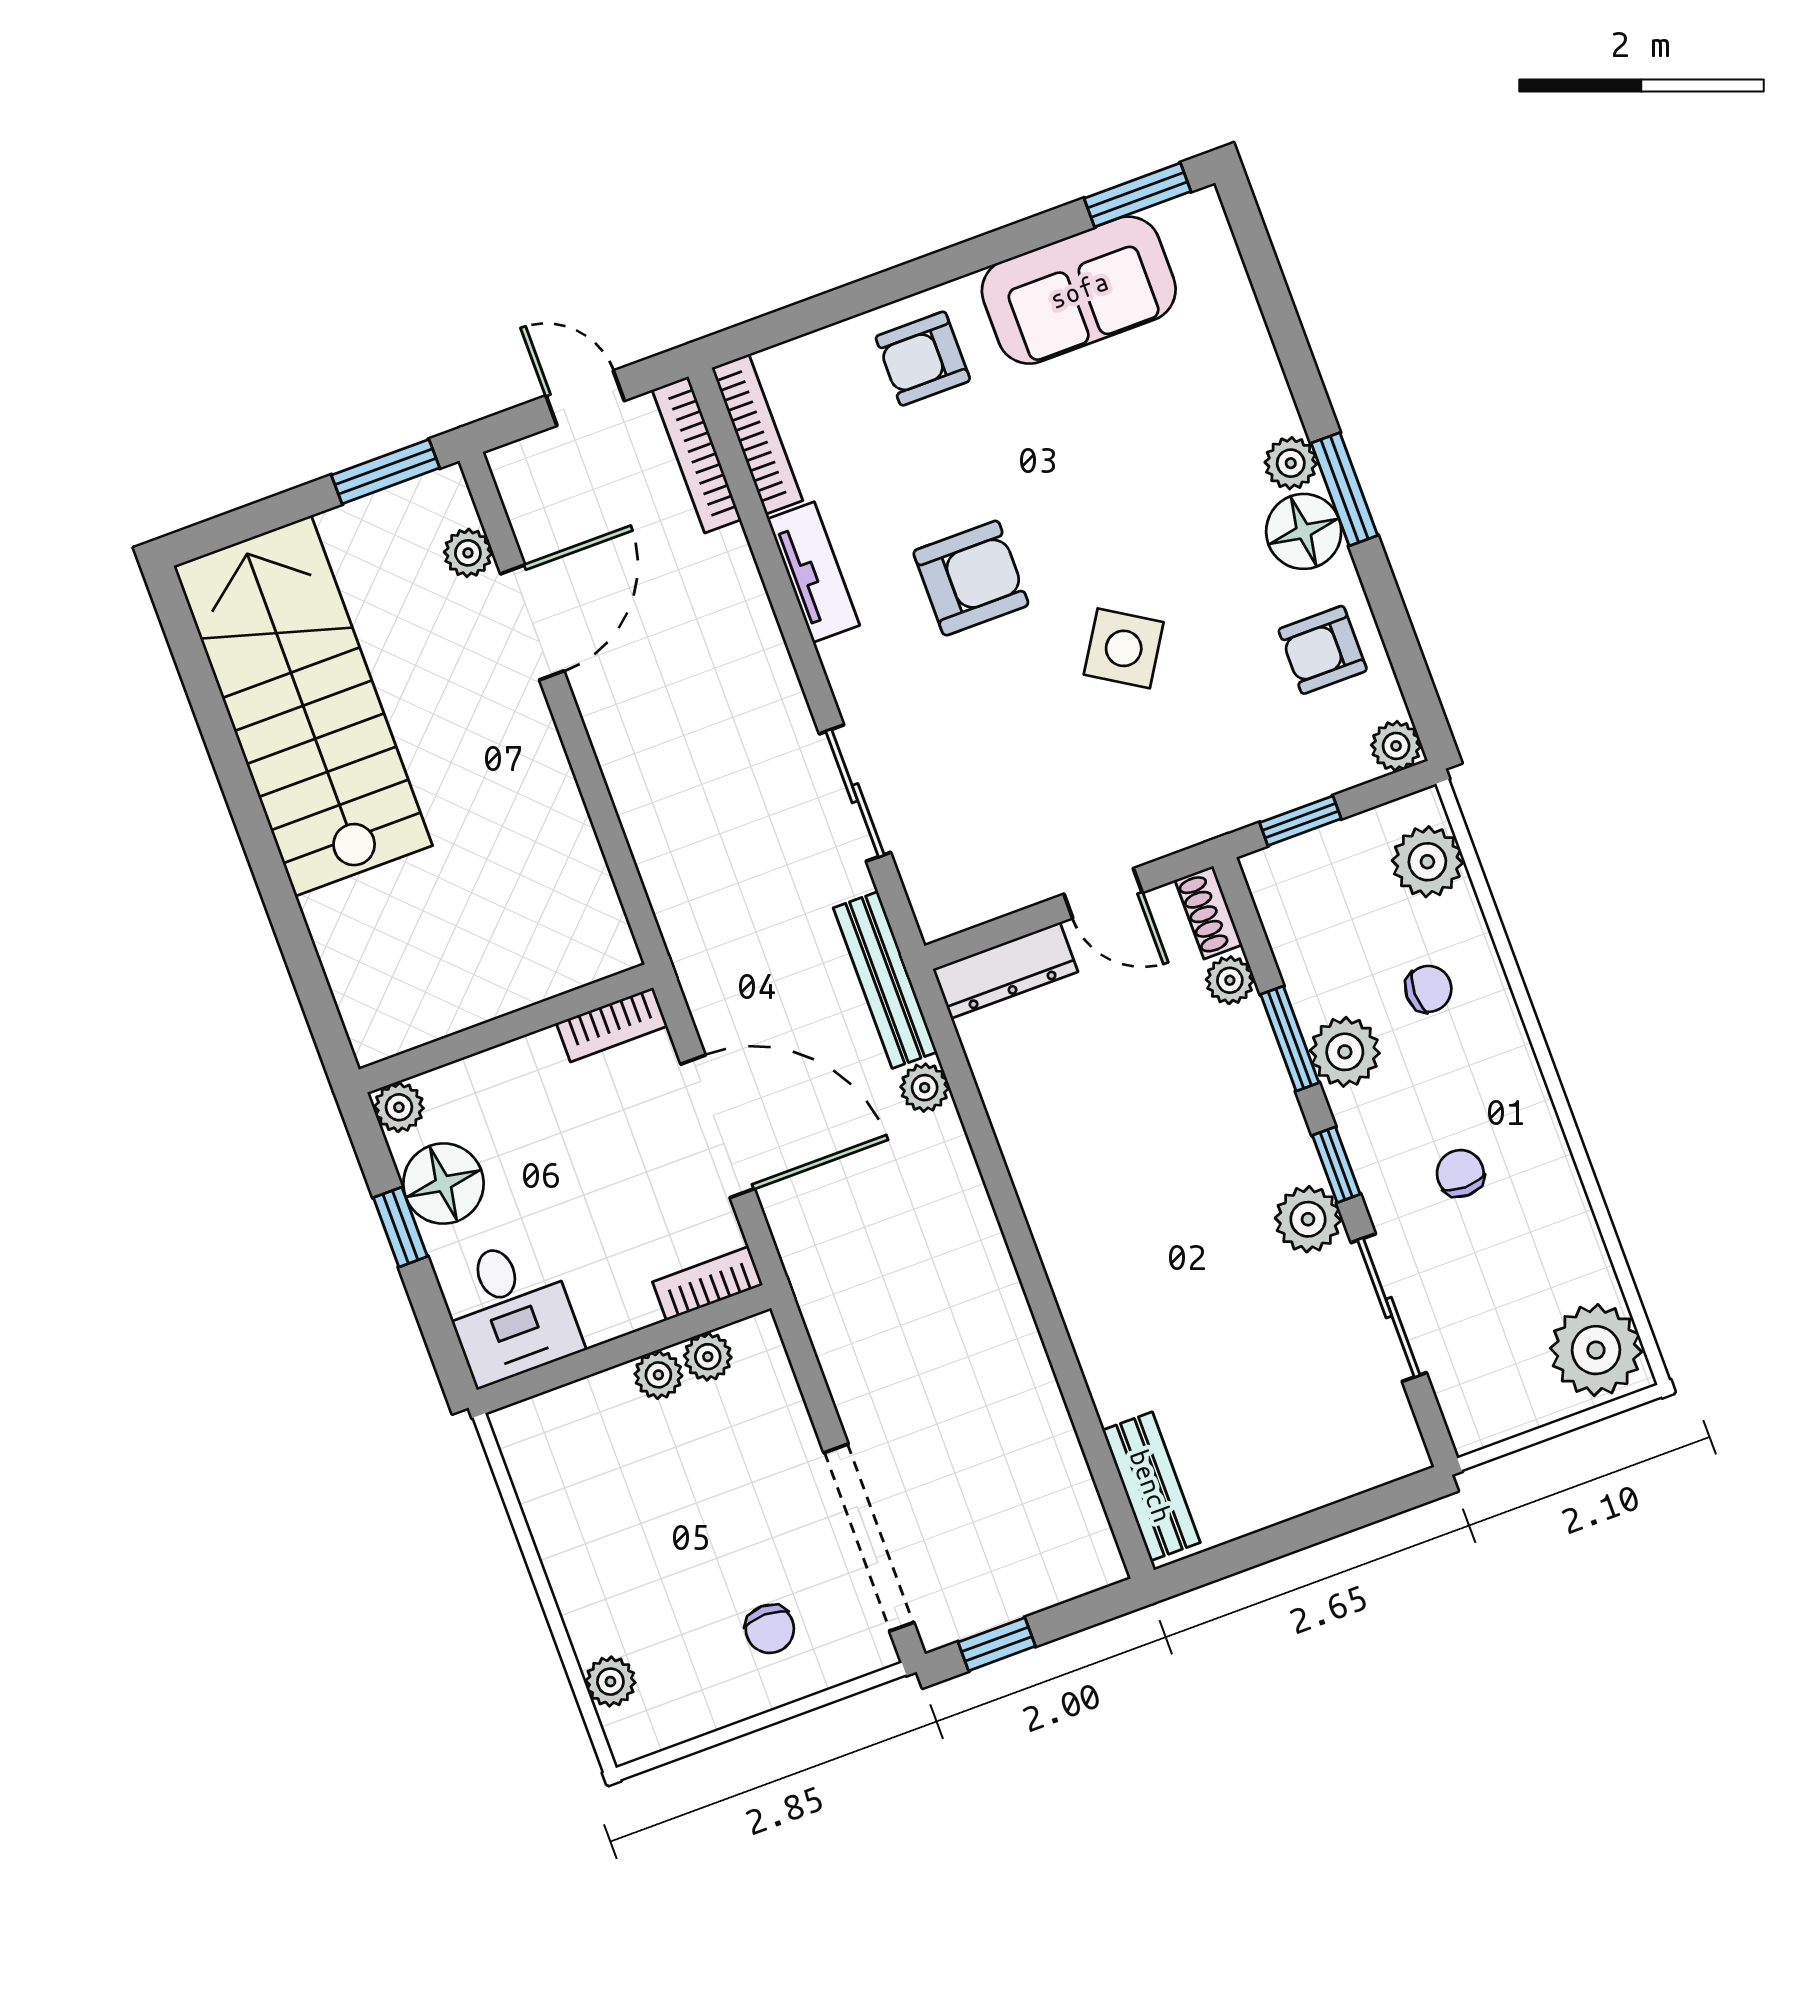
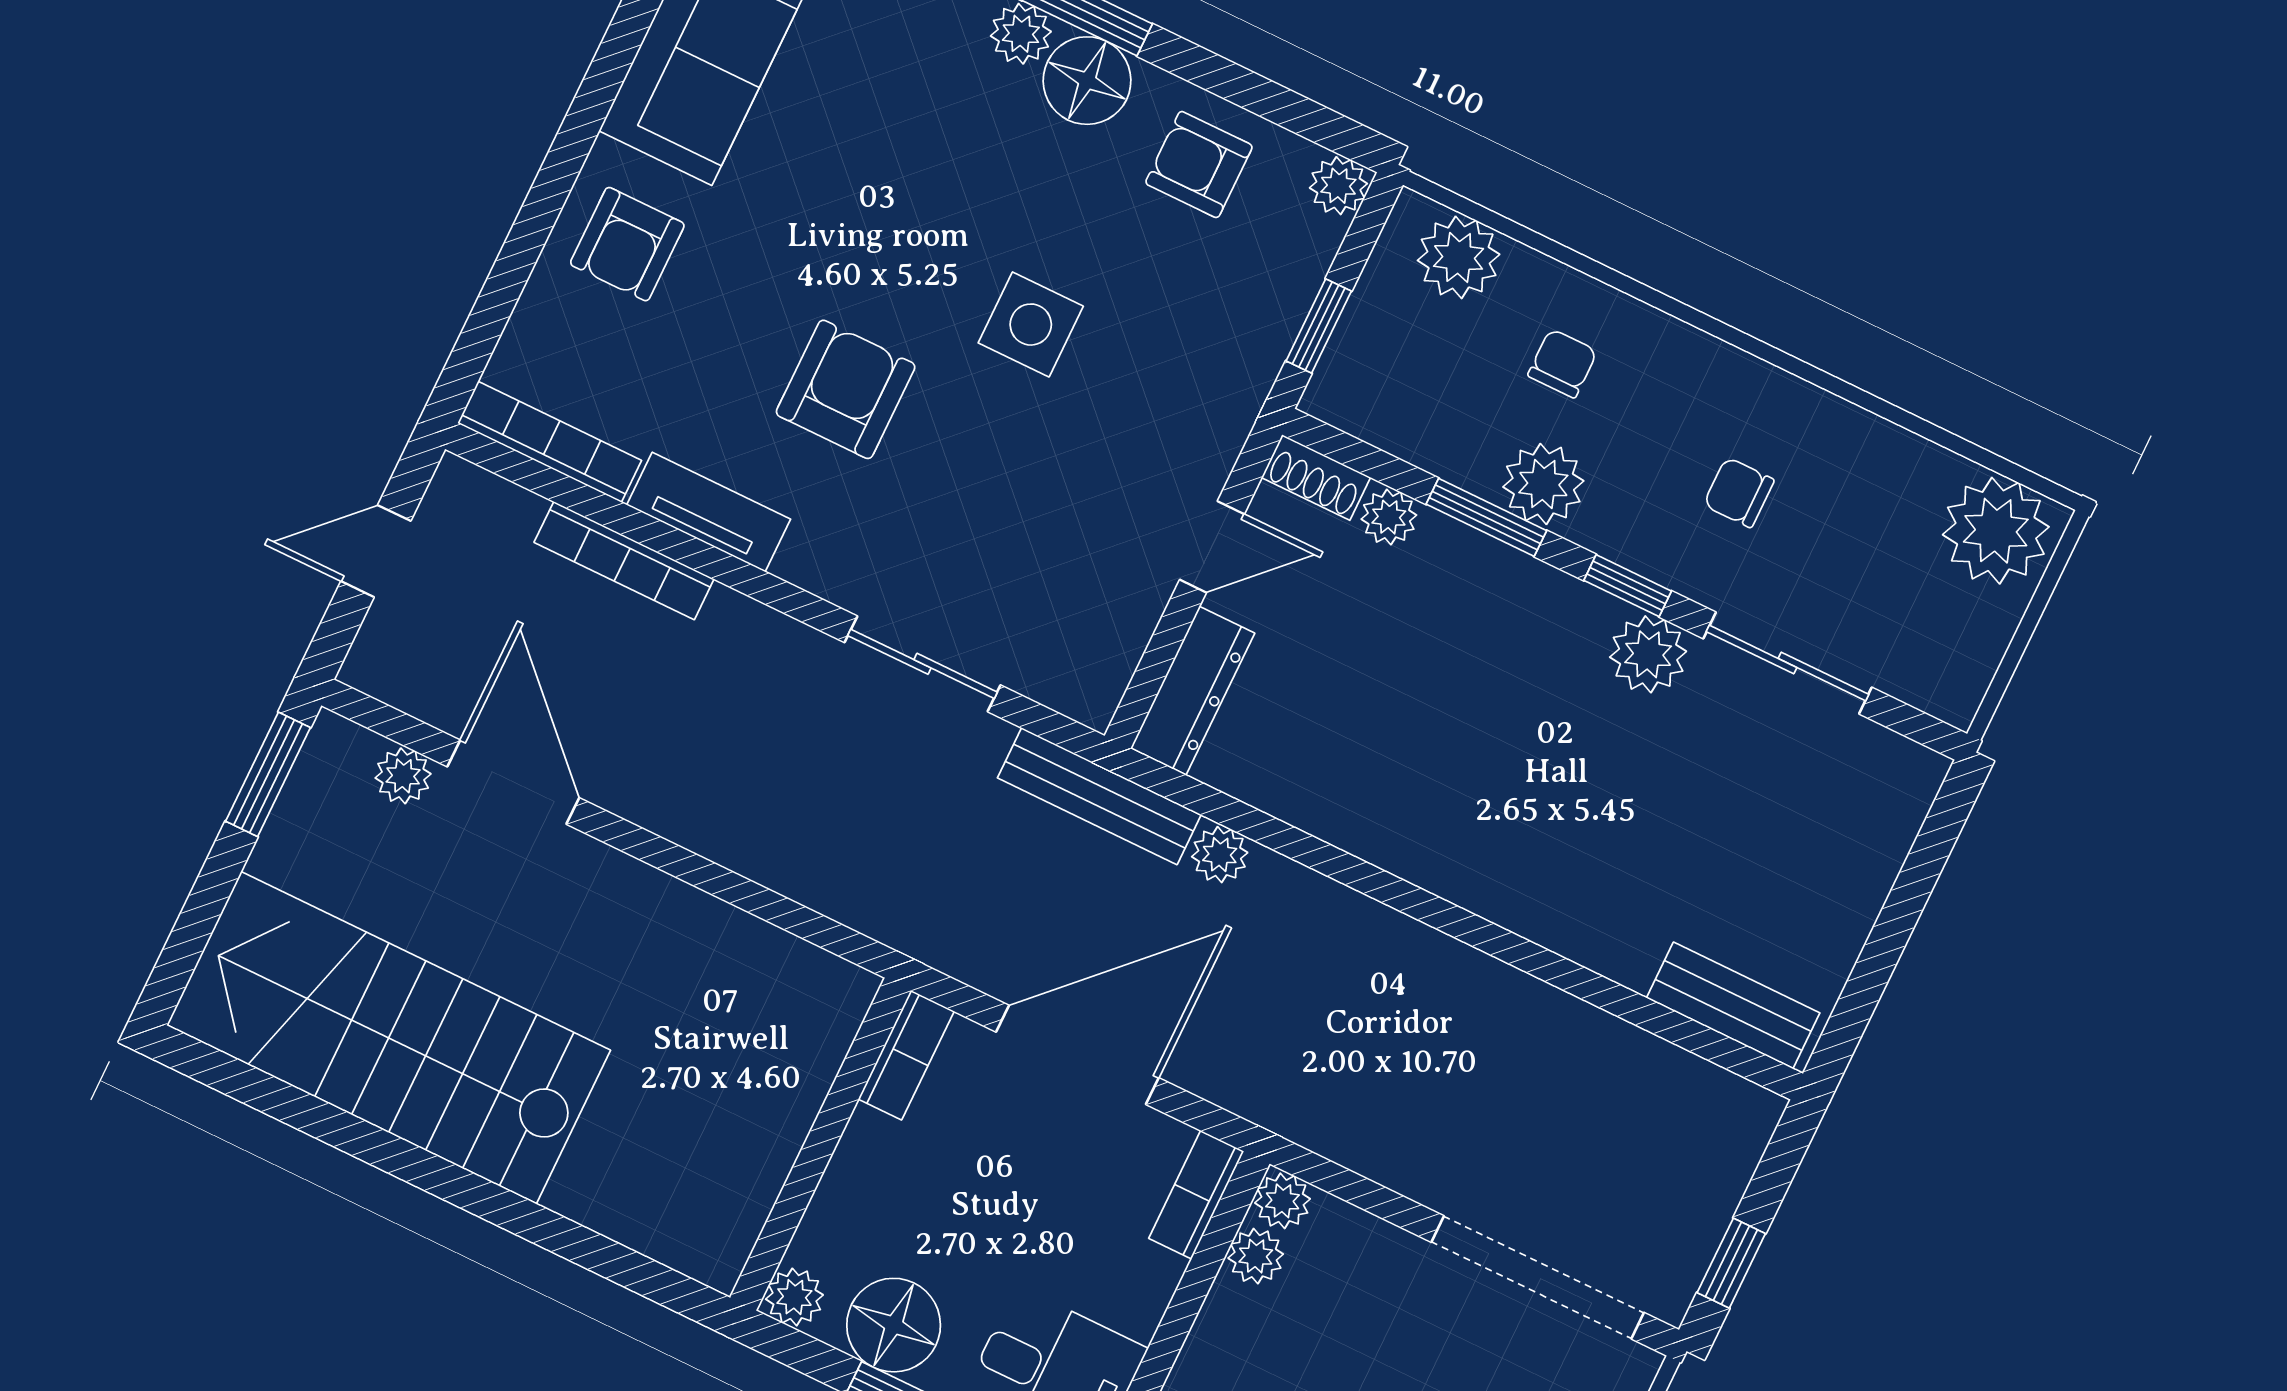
bookcase: (697, 455) -> (624, 561), moved
side table: (1124, 648) -> (1031, 325), turned -32
armchair: (1323, 650) -> (1199, 165), turned 90
plant: (658, 1375) -> (1283, 1201), moved

